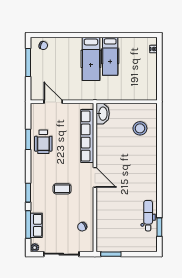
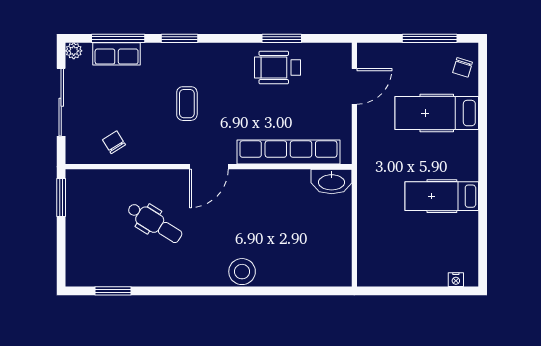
hospital bed: (91, 59) -> (437, 113), moved
stool: (140, 128) -> (242, 272), moved
dental chair: (148, 216) -> (155, 223), moved, turned 32

